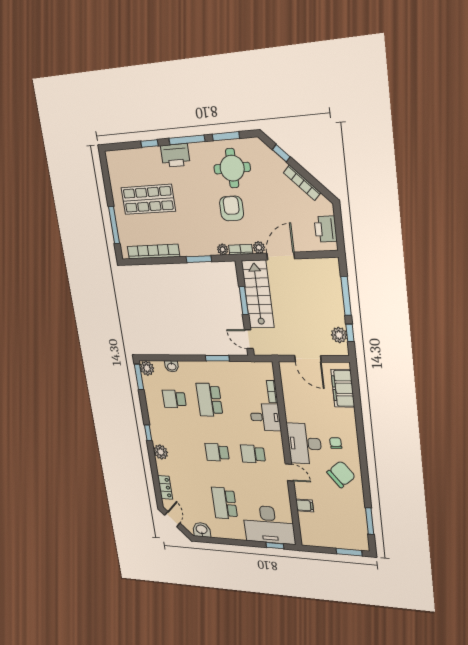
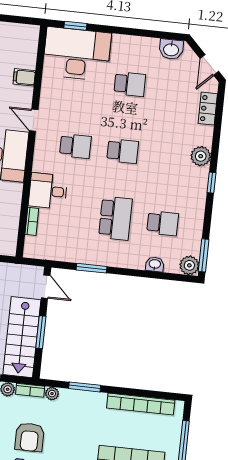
school desk: (224, 503) -> (130, 84), width x0.54

